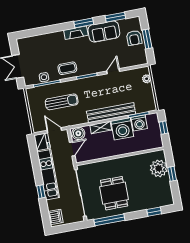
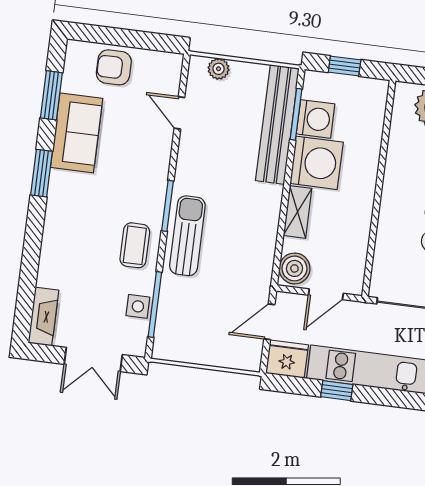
fireplace: (76, 33) -> (43, 317), moved
armchair: (134, 38) -> (114, 67), turned 180
window: (147, 39) -> (126, 38), removed
door: (113, 71) -> (179, 113), moved
sun lounger: (62, 102) -> (187, 236), moved
bench: (111, 113) -> (277, 124), moved
door: (72, 149) -> (326, 294), swing flipped
window: (41, 192) -> (337, 391), moved

